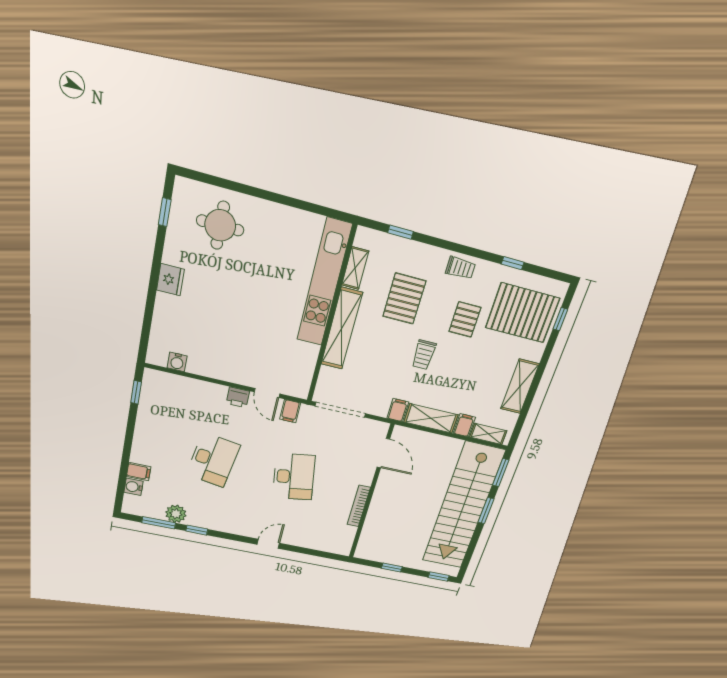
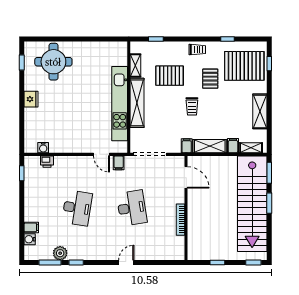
round table: (220, 225) -> (53, 62), width x1.36, depth x1.36
kitchen unit: (324, 283) -> (120, 104), moved
pallet: (404, 299) -> (170, 76), turned 90
printer: (238, 397) -> (47, 162), moved

